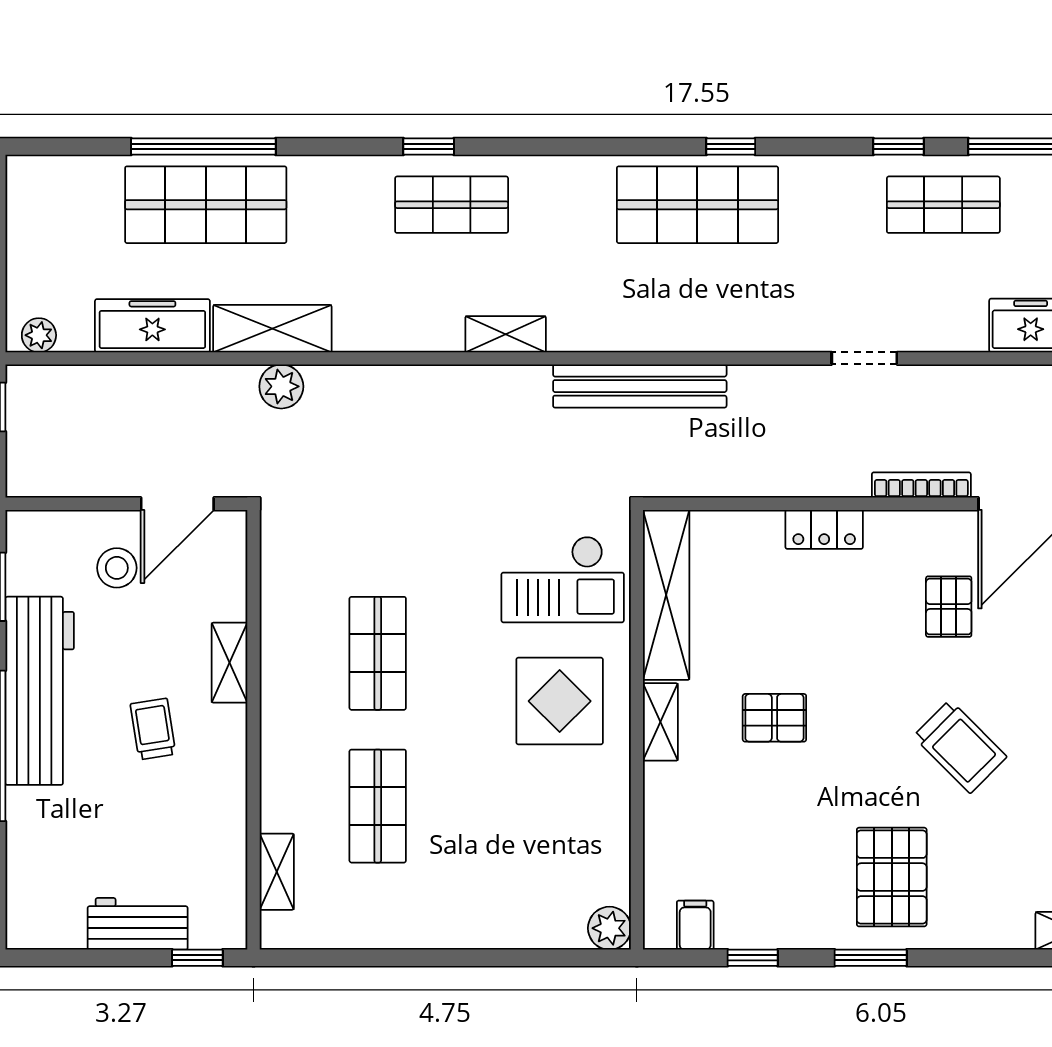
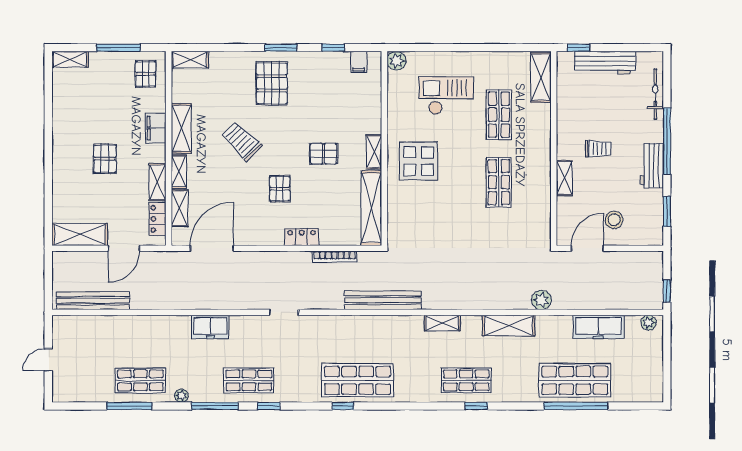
shelving: (272, 329) -> (509, 326), moved
bookcase: (921, 485) -> (335, 256), moved
checkout: (563, 579) -> (446, 96), moved
pallet: (949, 607) -> (280, 189), moved
workbench: (40, 691) -> (652, 166), width x0.53, depth x0.76
trolley: (153, 729) -> (598, 149), turned -81
bicycle: (23, 852) -> (655, 94), added
shelving: (277, 872) -> (541, 77), width x1.50, depth x1.33
workbench: (138, 924) -> (605, 63), width x1.38

